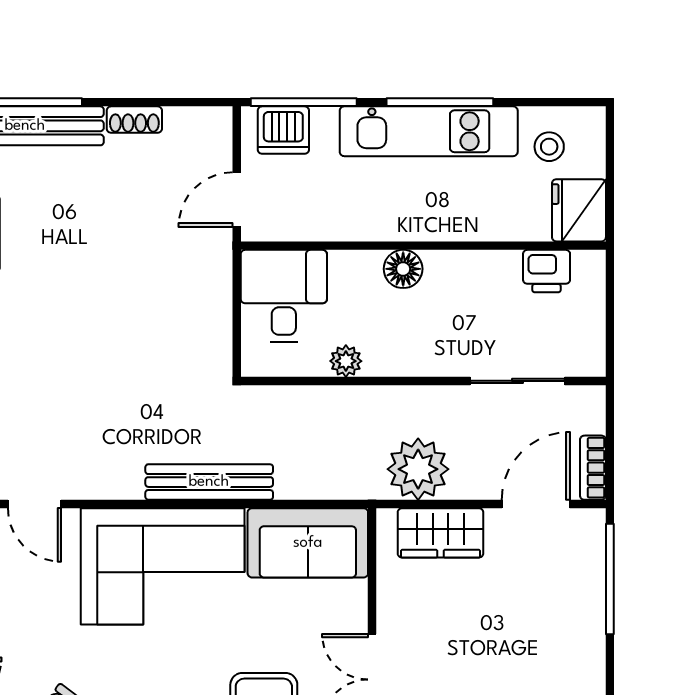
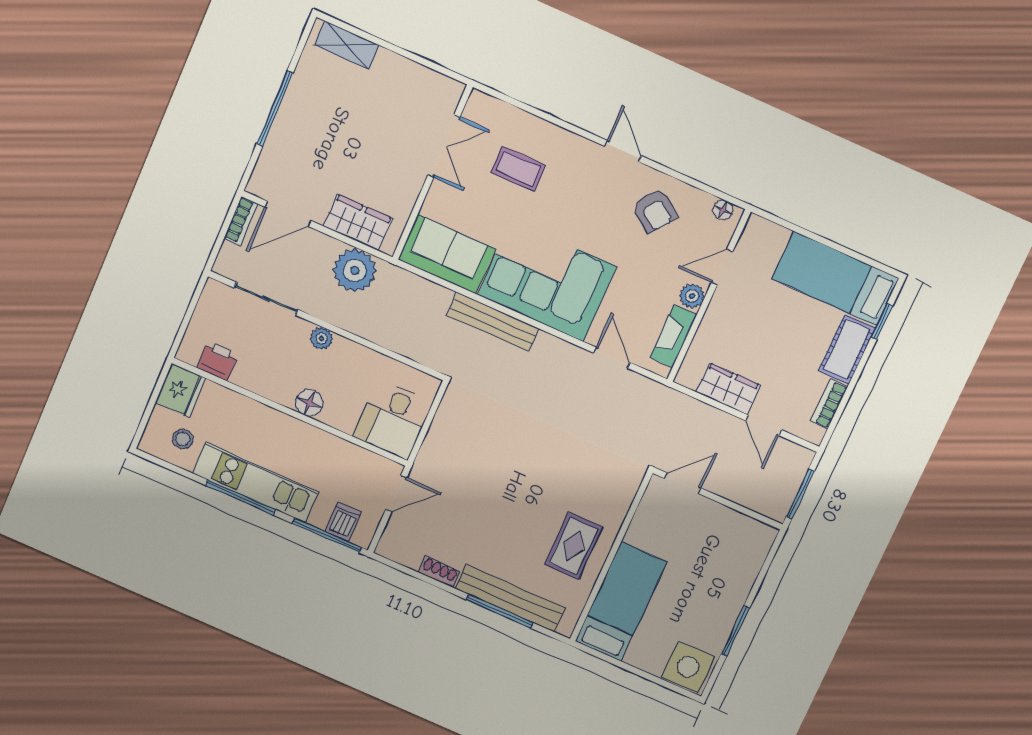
dishwasher: (283, 130) -> (343, 522), width x0.73
plant: (346, 361) -> (321, 339), moved
window: (610, 579) -> (275, 108), moved

